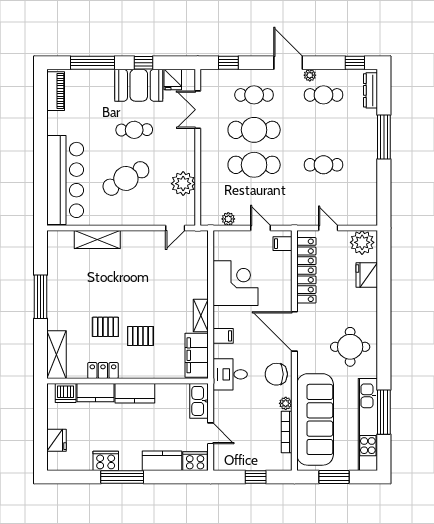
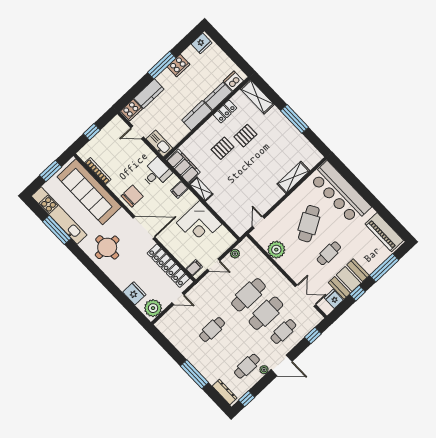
piano: (56, 91) -> (384, 232), width x1.37, depth x1.33
plant: (286, 403) -> (113, 185), removed
fridge: (57, 440) -> (201, 43), moved, turned -90

